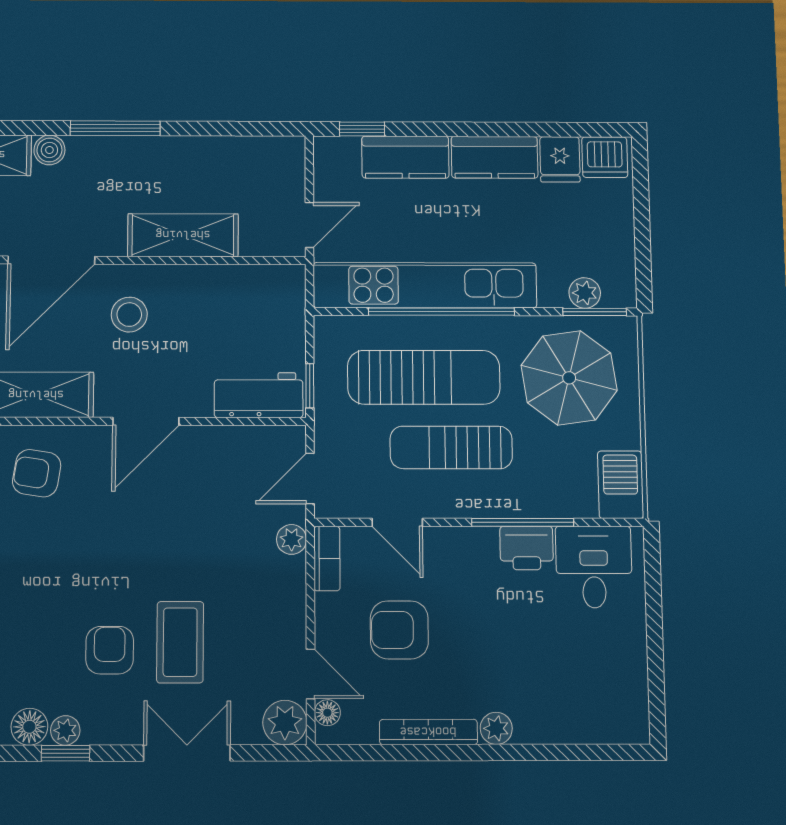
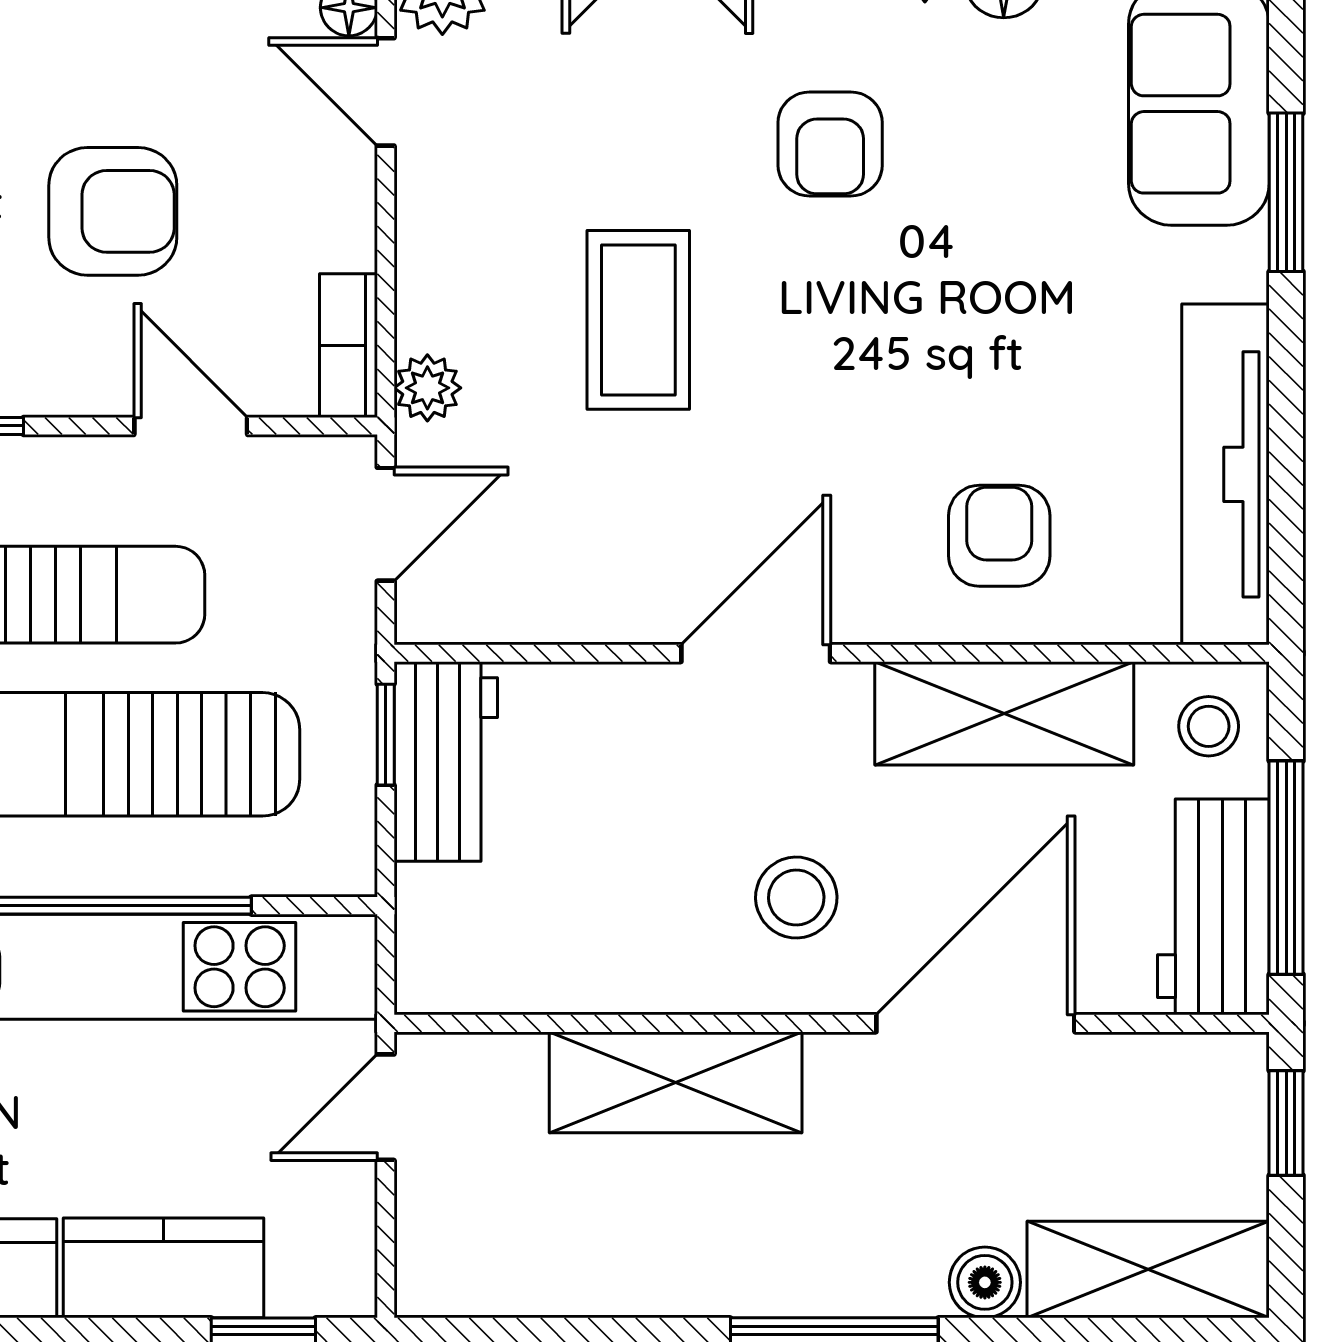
workbench: (259, 395) -> (446, 761), moved, turned -90
armchair: (37, 473) -> (999, 536), turned -99
armchair: (399, 630) -> (113, 211), moved
coffee table: (180, 642) -> (638, 320), moved

